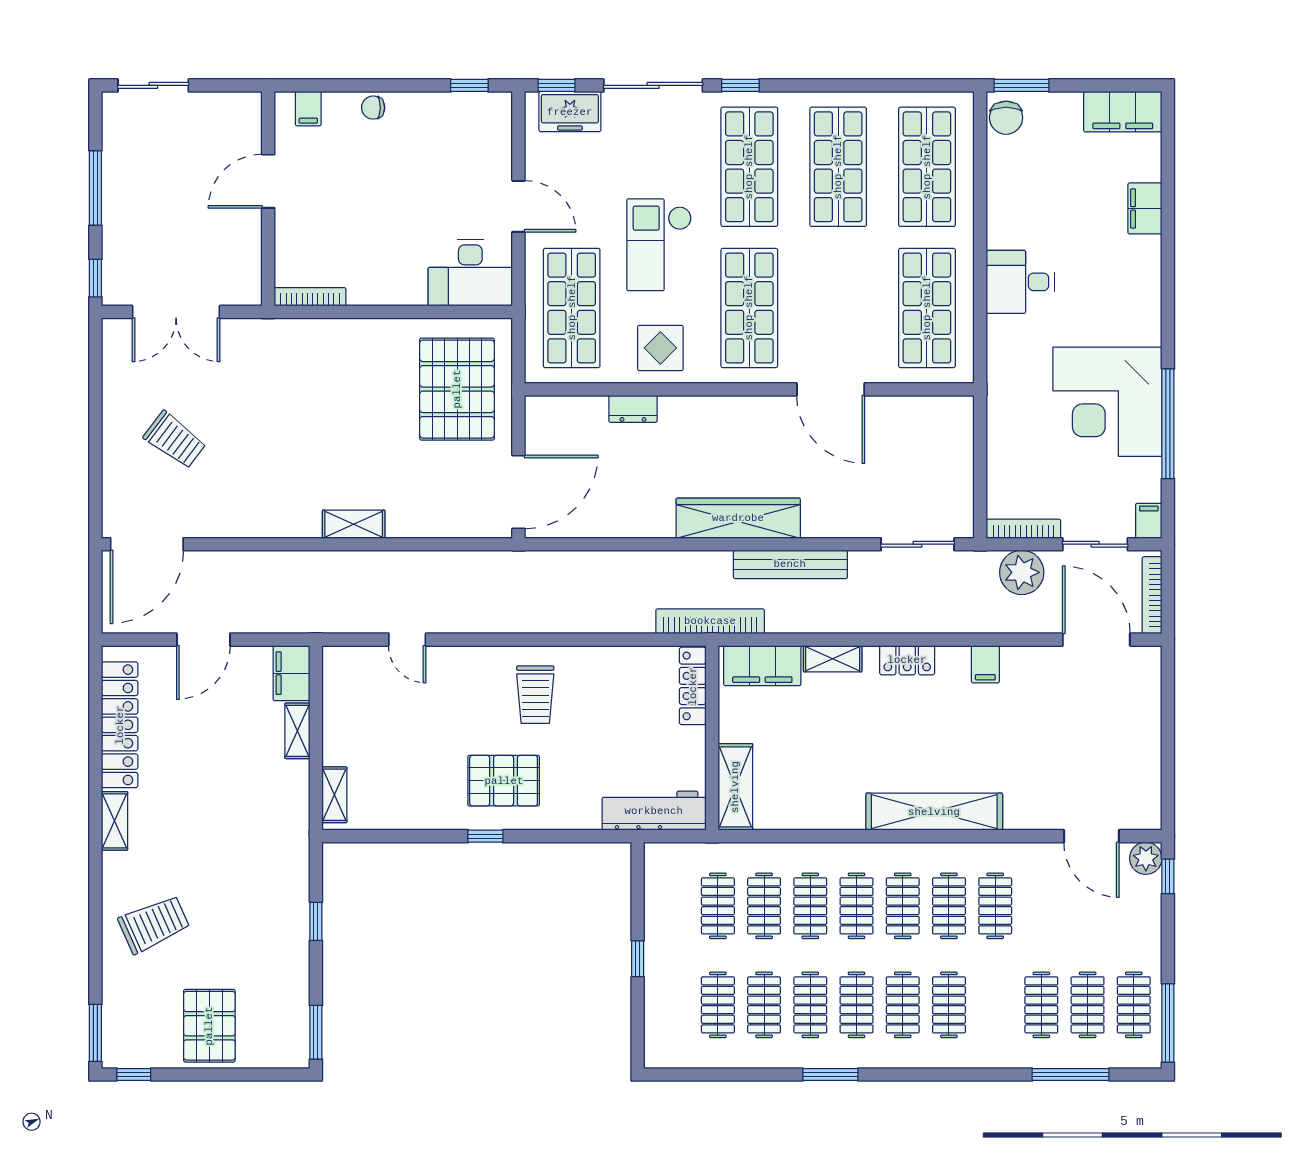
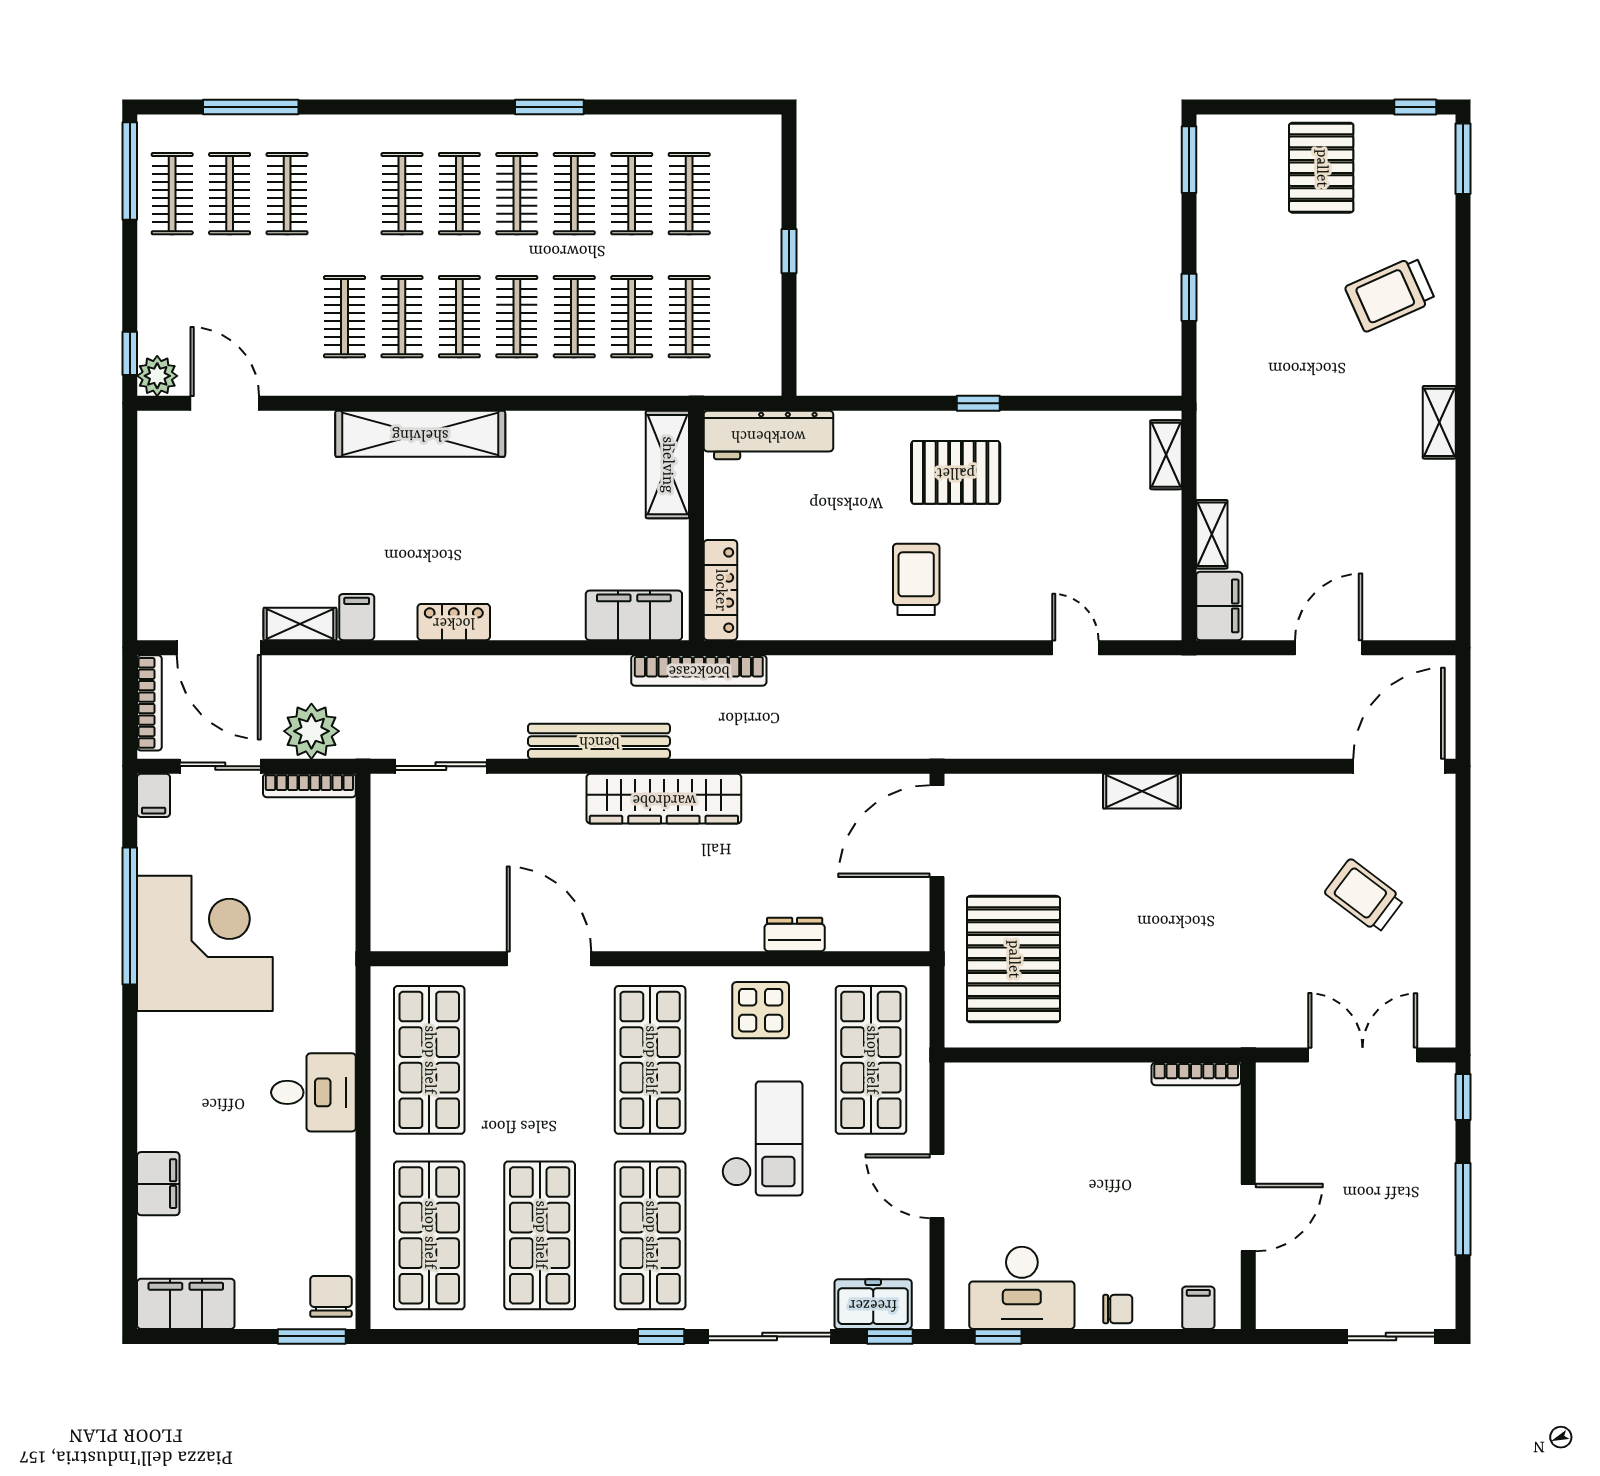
desk: (470, 273) -> (1022, 1288), moved, turned 180
shelving: (833, 659) -> (300, 624), moved
locker: (120, 725) -> (1433, 542), removed

